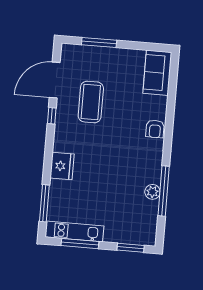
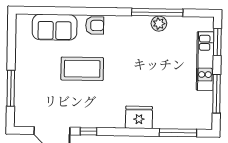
sofa: (157, 73) -> (55, 27), moved
coffee table: (91, 102) -> (82, 69), moved
kitchen unit: (74, 231) -> (205, 61), moved

